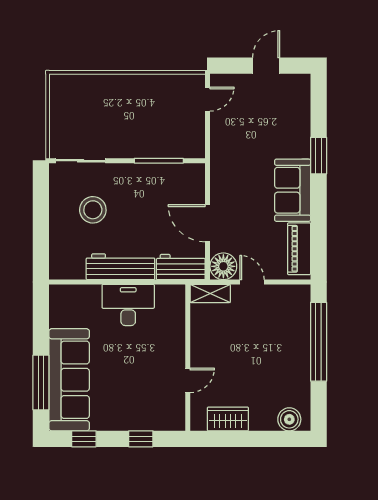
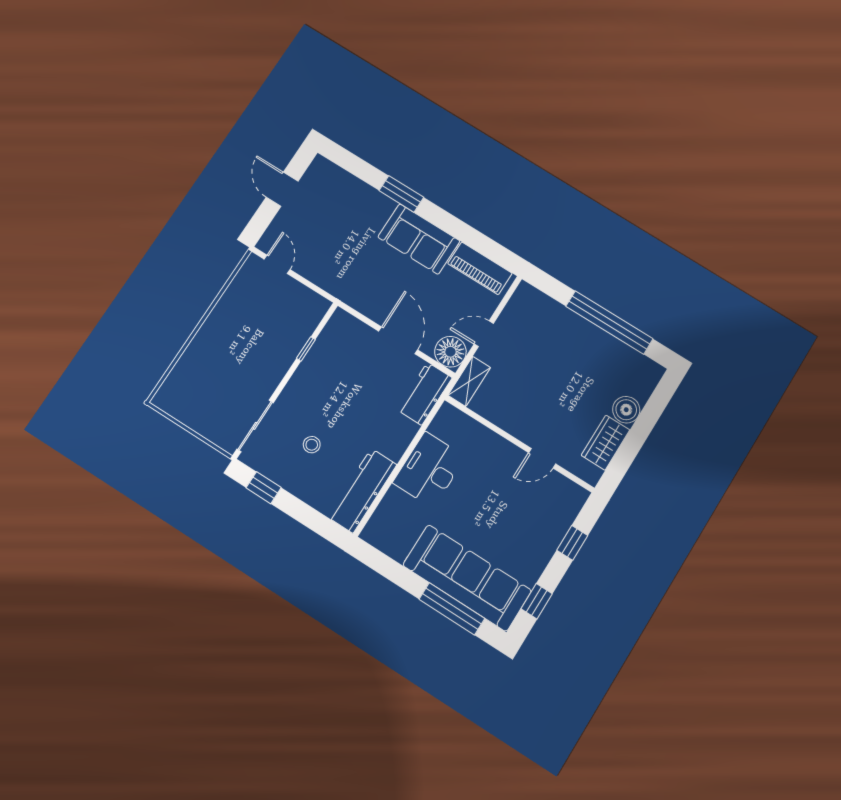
window: (159, 161) -> (306, 349), width x0.46
window: (41, 196) -> (264, 488), added
stool: (93, 210) -> (312, 445), width x0.53, depth x0.53
door: (208, 223) -> (398, 340), swing flipped
workbench: (120, 267) -> (362, 491), moved
window: (319, 342) -> (609, 322), moved
door: (188, 380) -> (542, 458), swing flipped
boiler: (289, 419) -> (626, 410), moved

